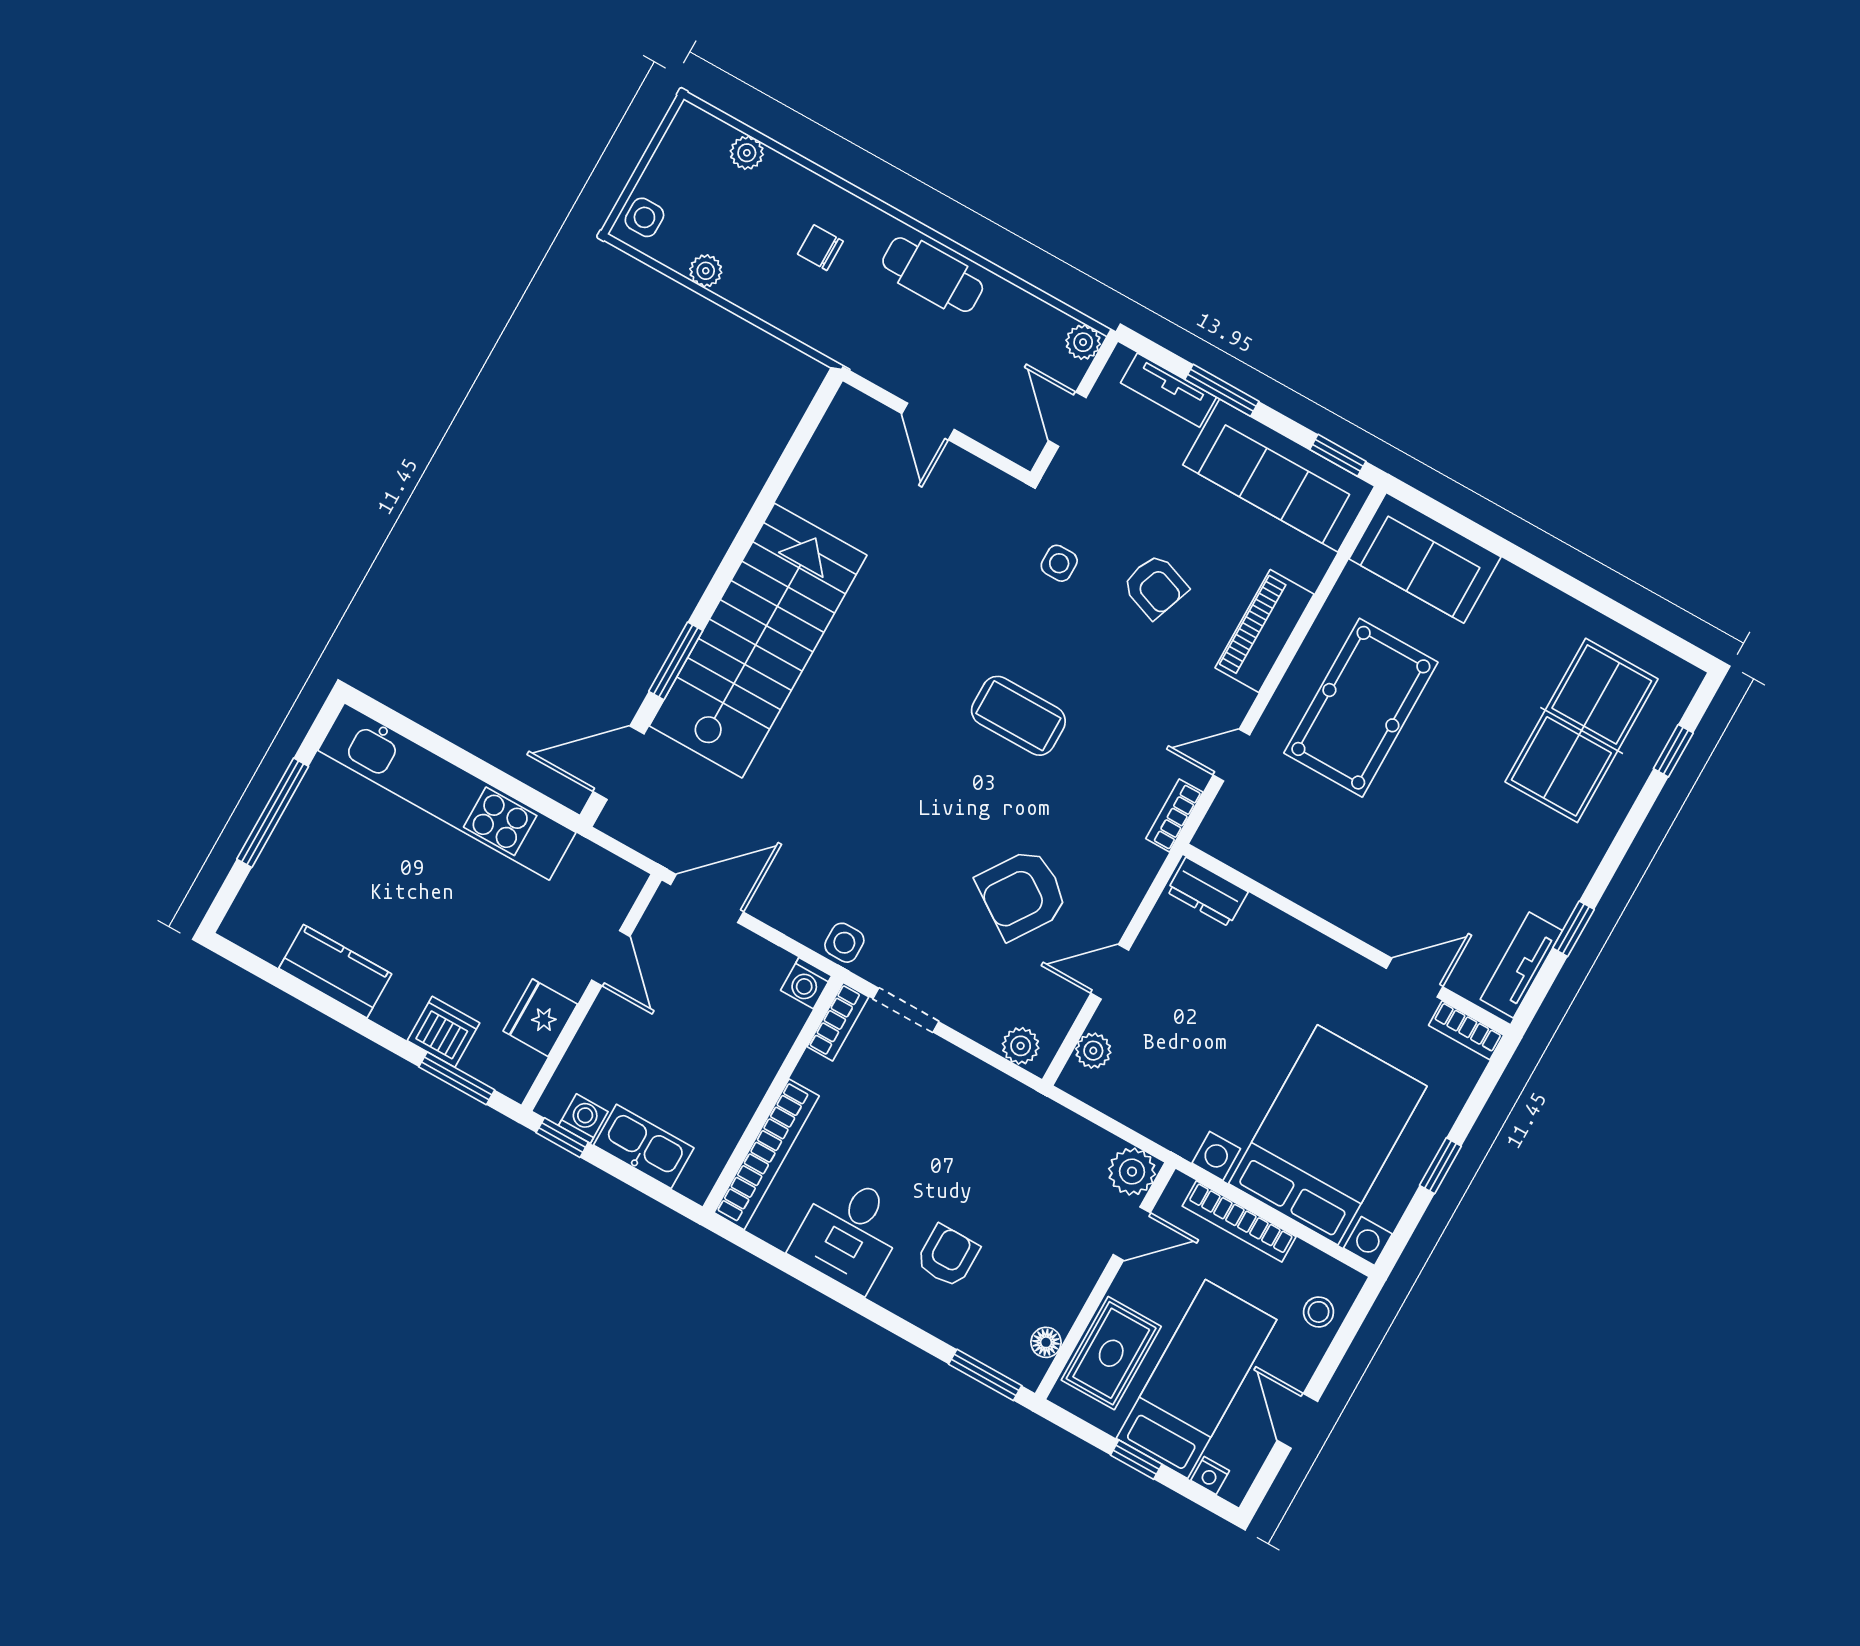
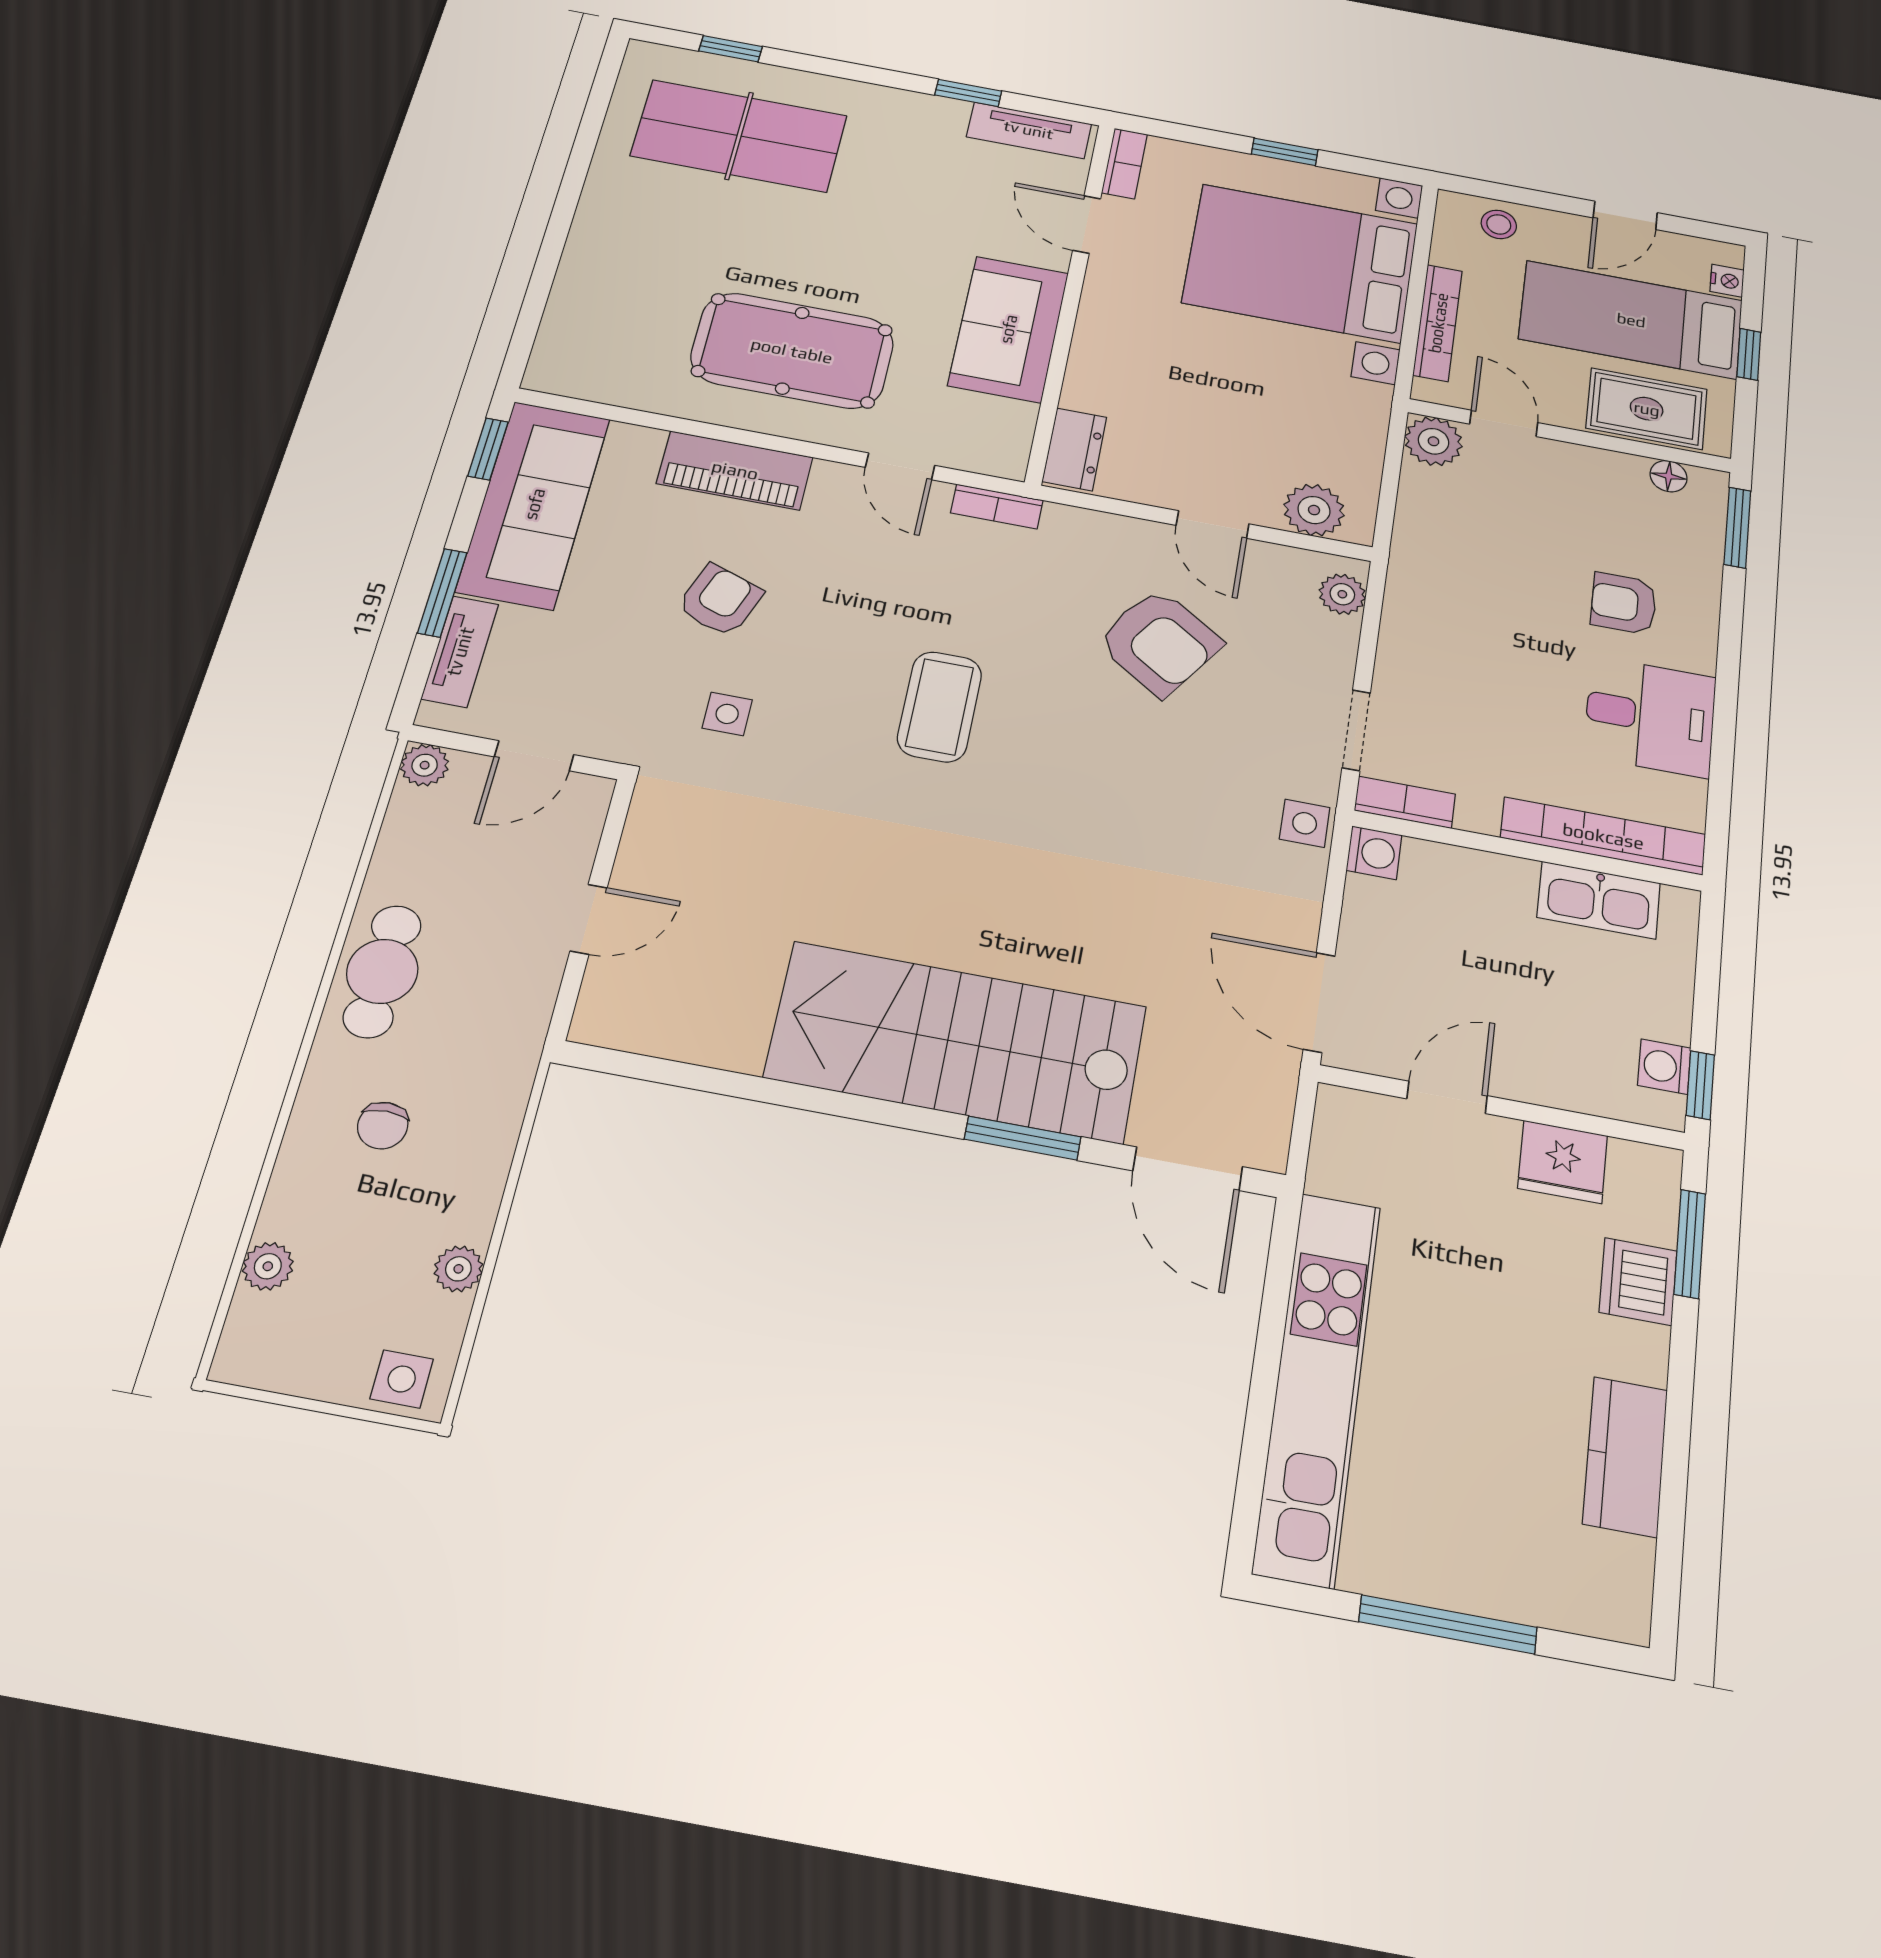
sofa: (1425, 558) -> (1008, 329), moved, turned 180
plant: (1093, 1051) -> (1314, 510), width x1.38, depth x1.38
kitchen sink: (644, 1146) -> (1599, 900), moved, turned -90

